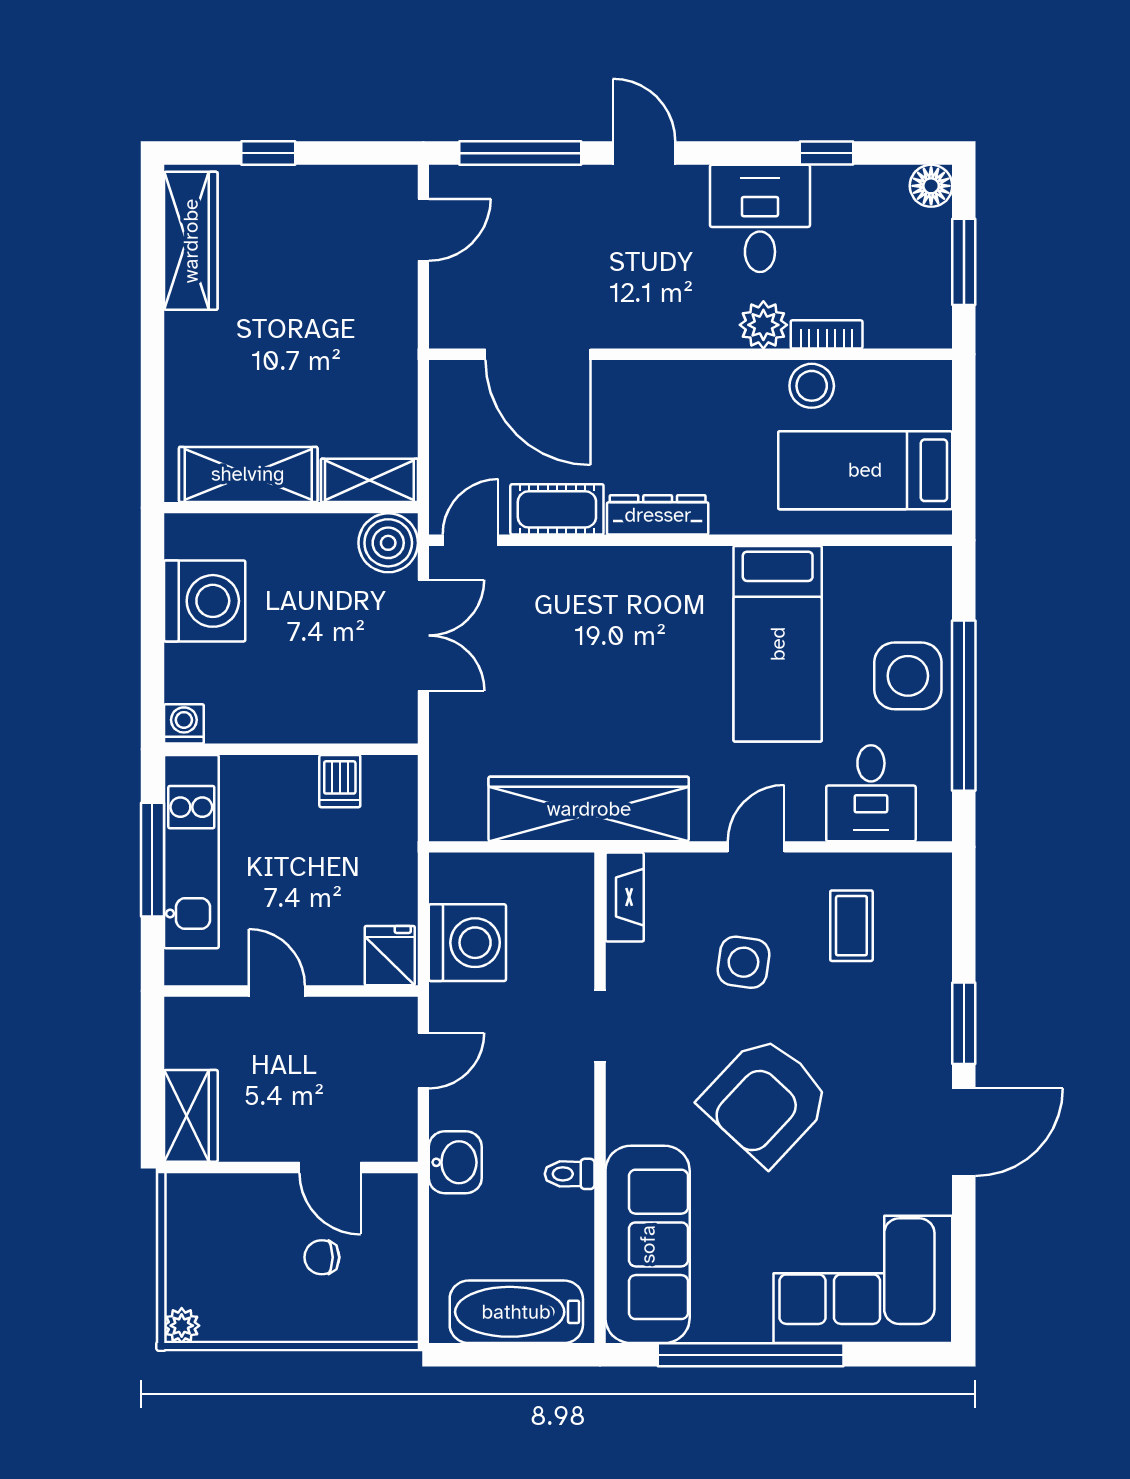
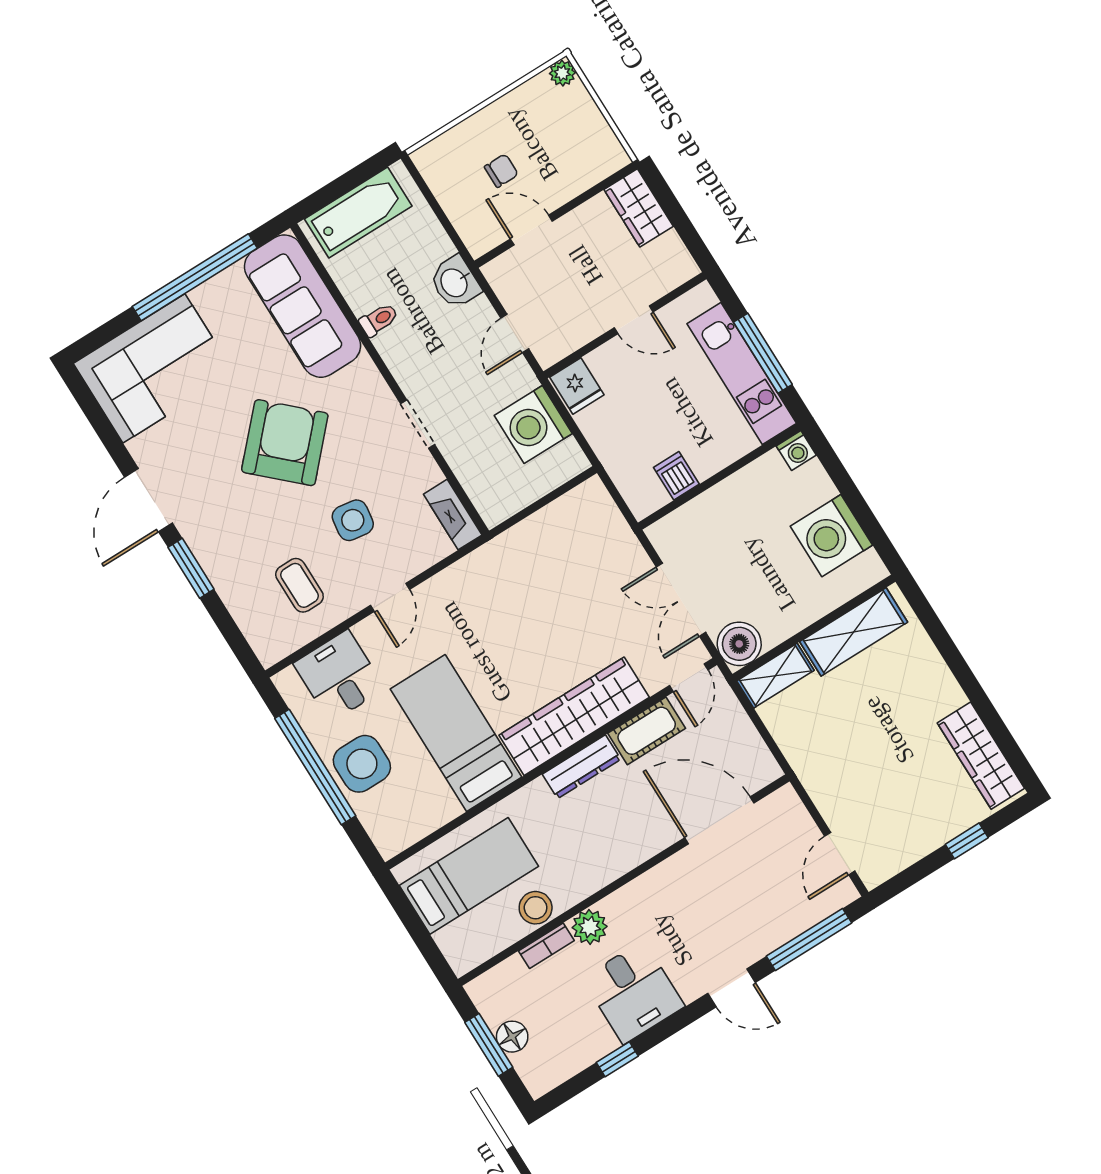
floor lamp: (931, 186) -> (512, 1037), moved
wardrobe: (589, 809) -> (574, 716), moved, turned 180

